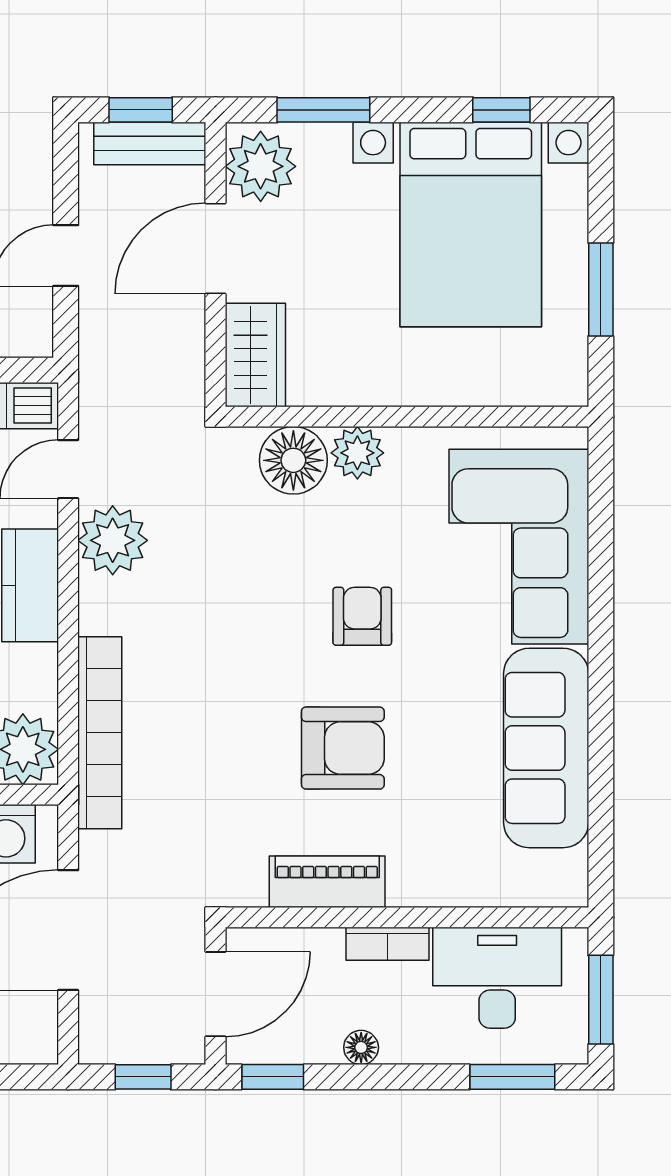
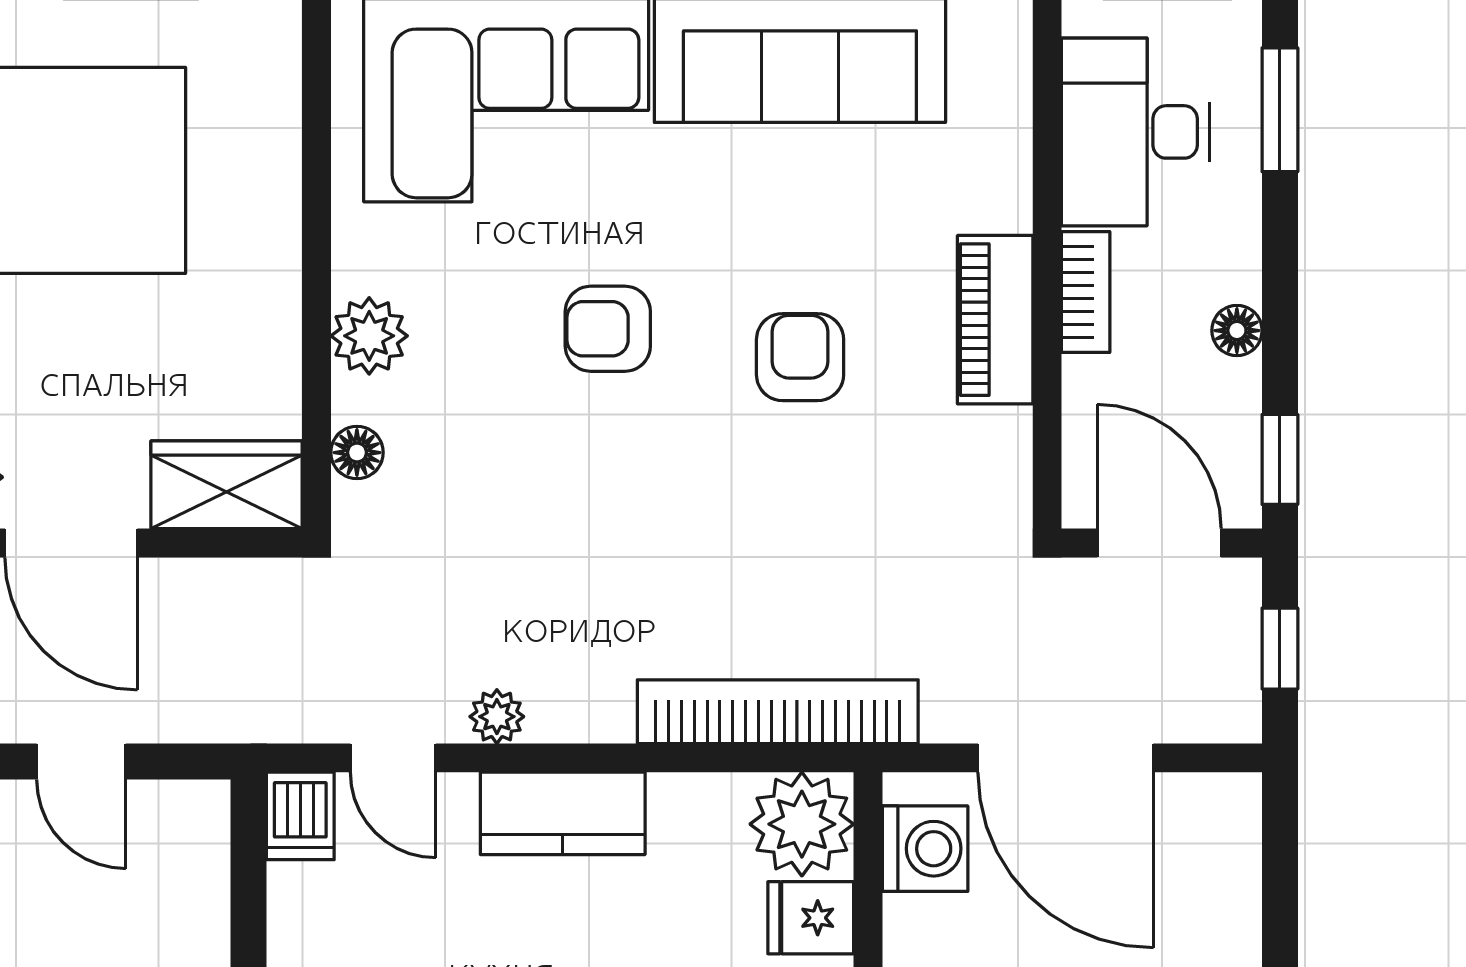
floor lamp: (293, 460) -> (357, 453), width x0.53, depth x0.53
plant: (113, 540) -> (497, 717), width x0.53, depth x0.53
armchair: (343, 748) -> (800, 357), width x0.72, depth x0.72
piano: (327, 882) -> (995, 320), moved

